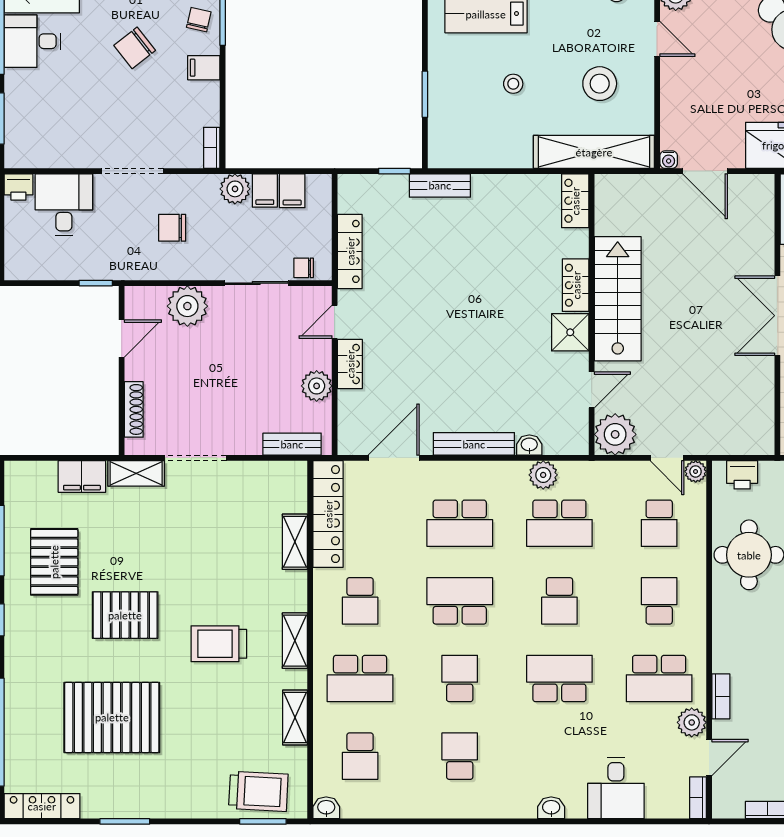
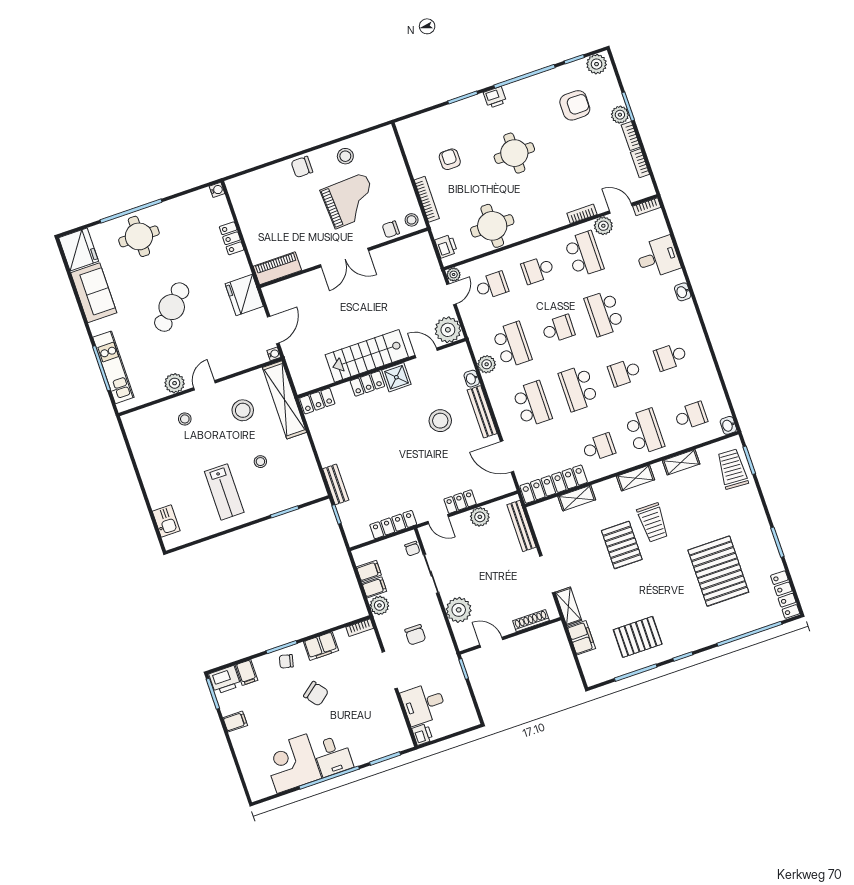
filing cabinet: (204, 68) -> (321, 646), width x2.00
stool: (482, 376) -> (440, 421), added
bench: (292, 444) -> (522, 526), width x1.36
pallet: (125, 615) -> (622, 545), moved

